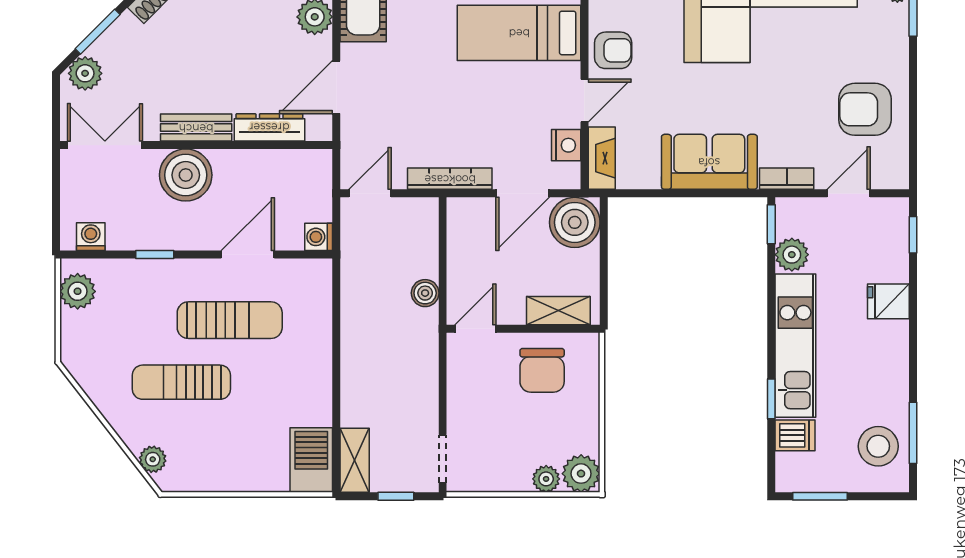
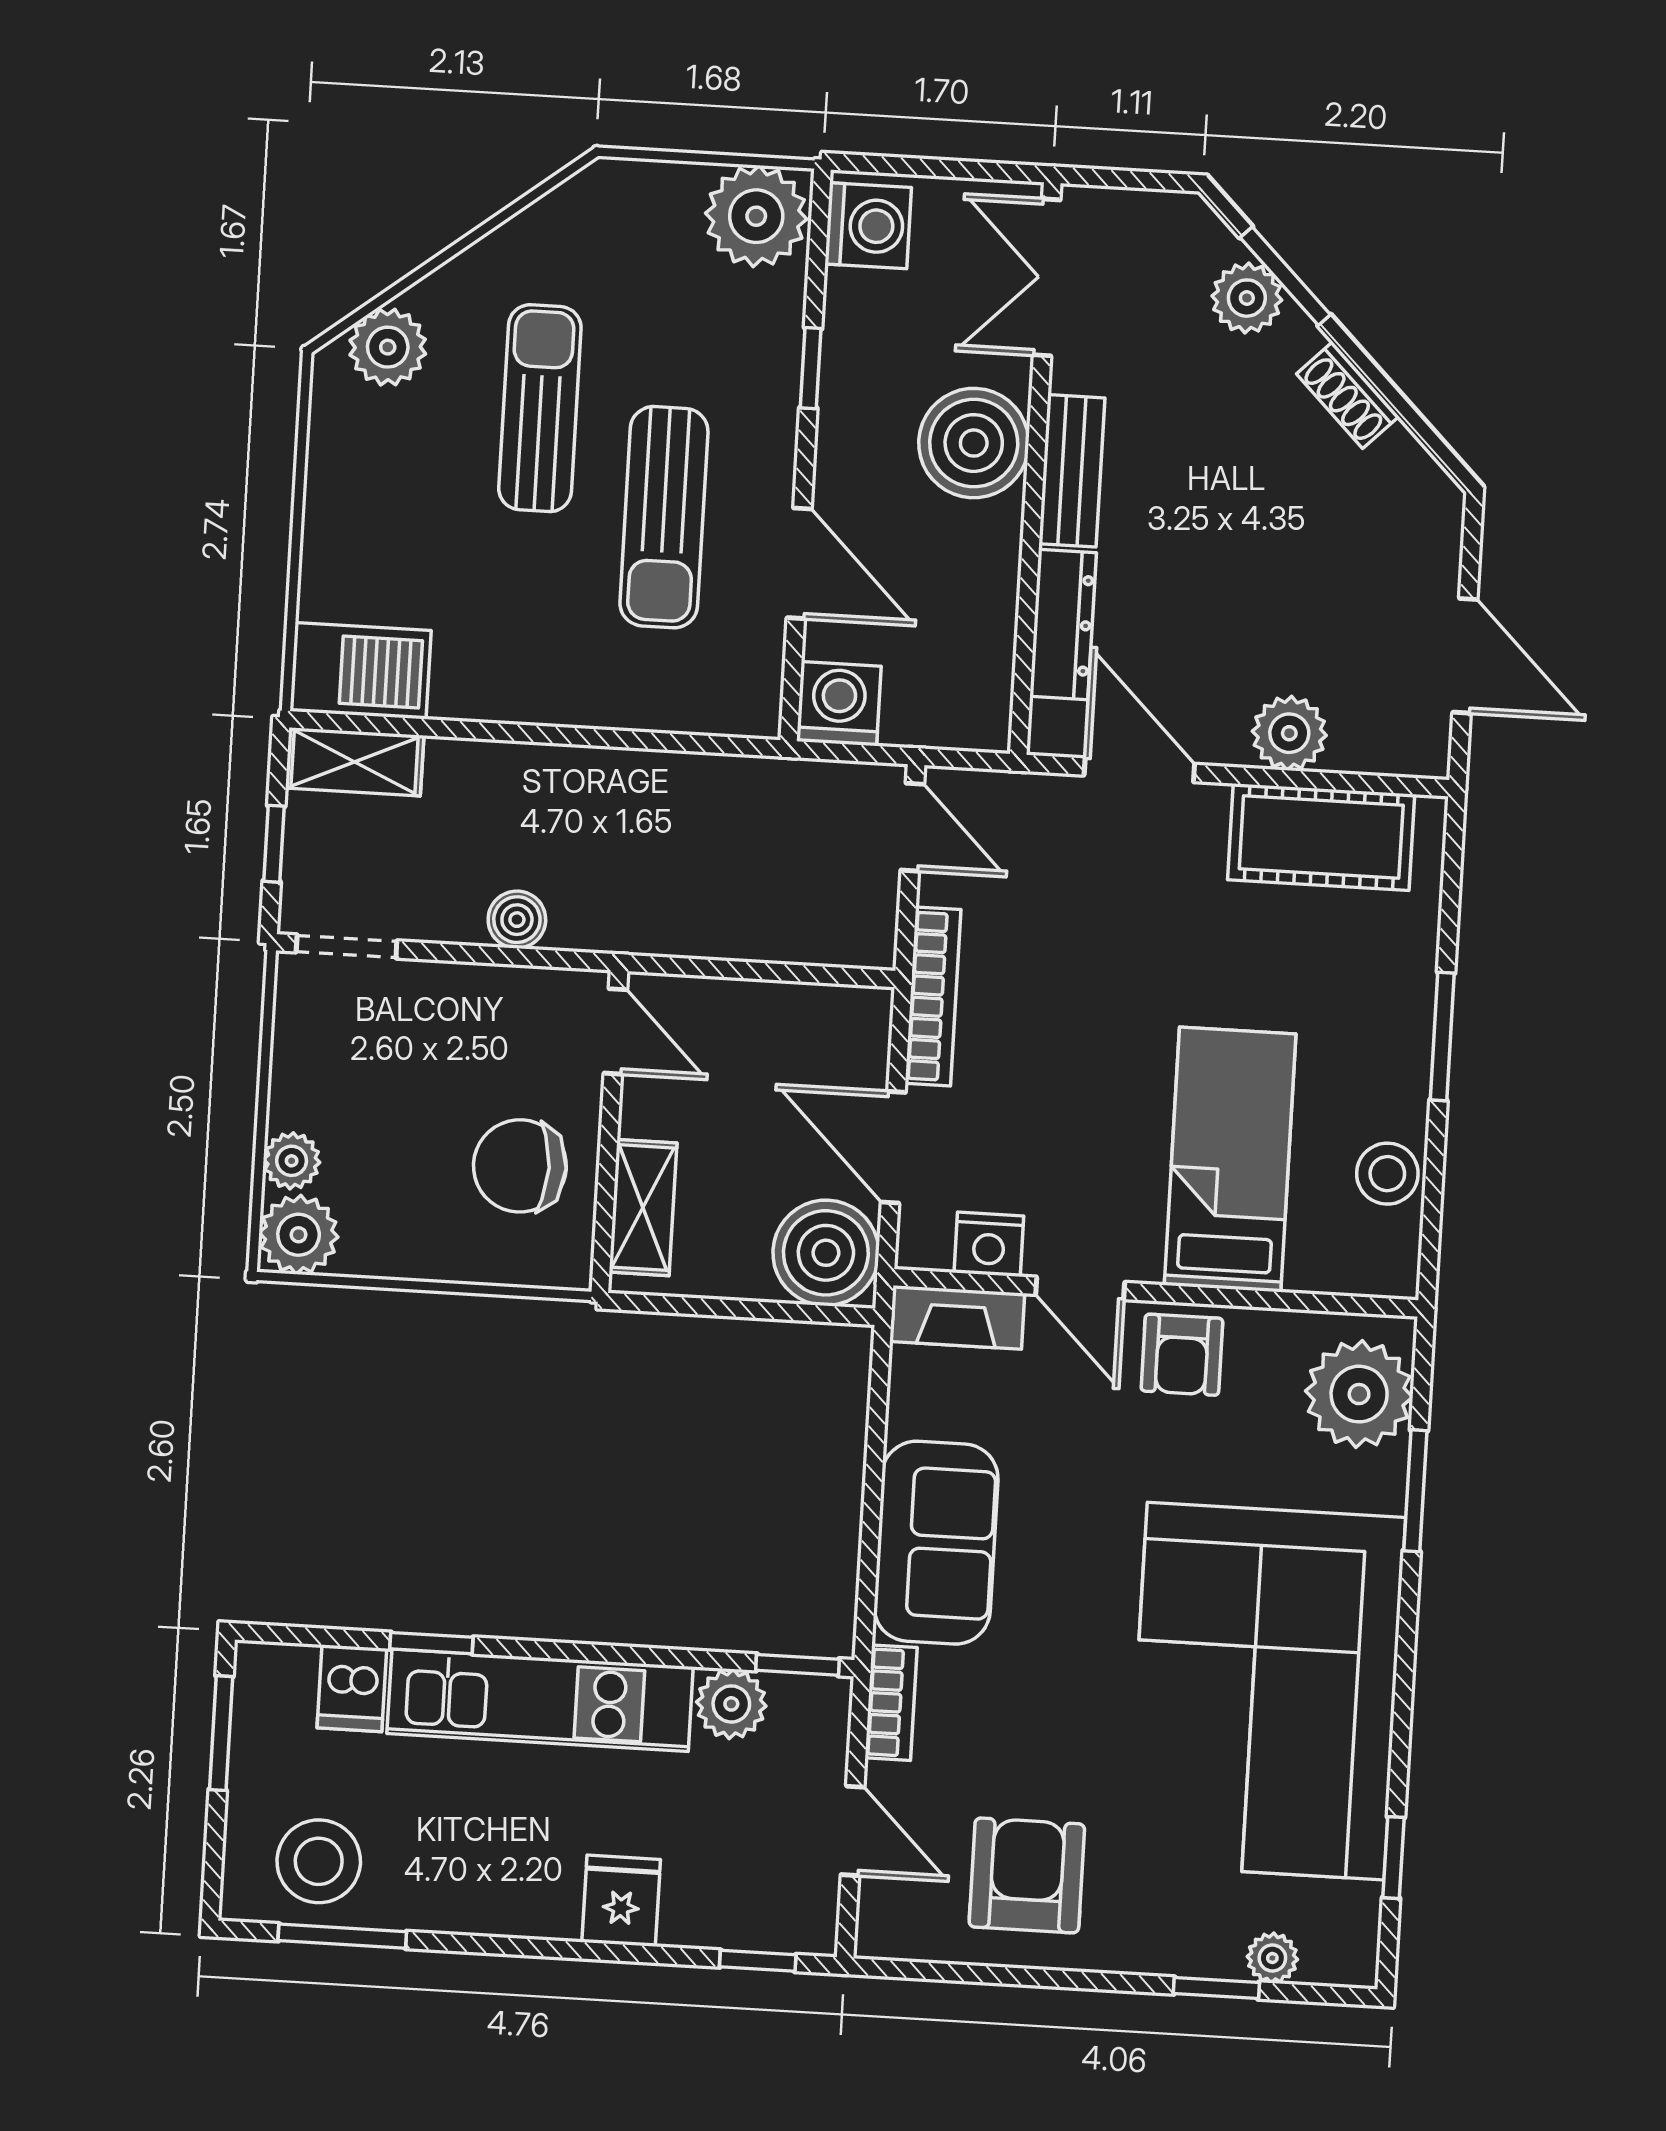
plant: (85, 73) -> (1247, 298), moved
double door: (105, 145) -> (1047, 277), swing flipped
washing machine: (91, 237) -> (868, 226), width x1.38, depth x1.38
washing machine: (319, 237) -> (839, 704), width x1.38, depth x1.38
plant: (78, 291) -> (756, 216), width x1.36, depth x1.36
boiler: (425, 293) -> (517, 920), moved
plant: (153, 459) -> (388, 347), width x1.38, depth x1.38

